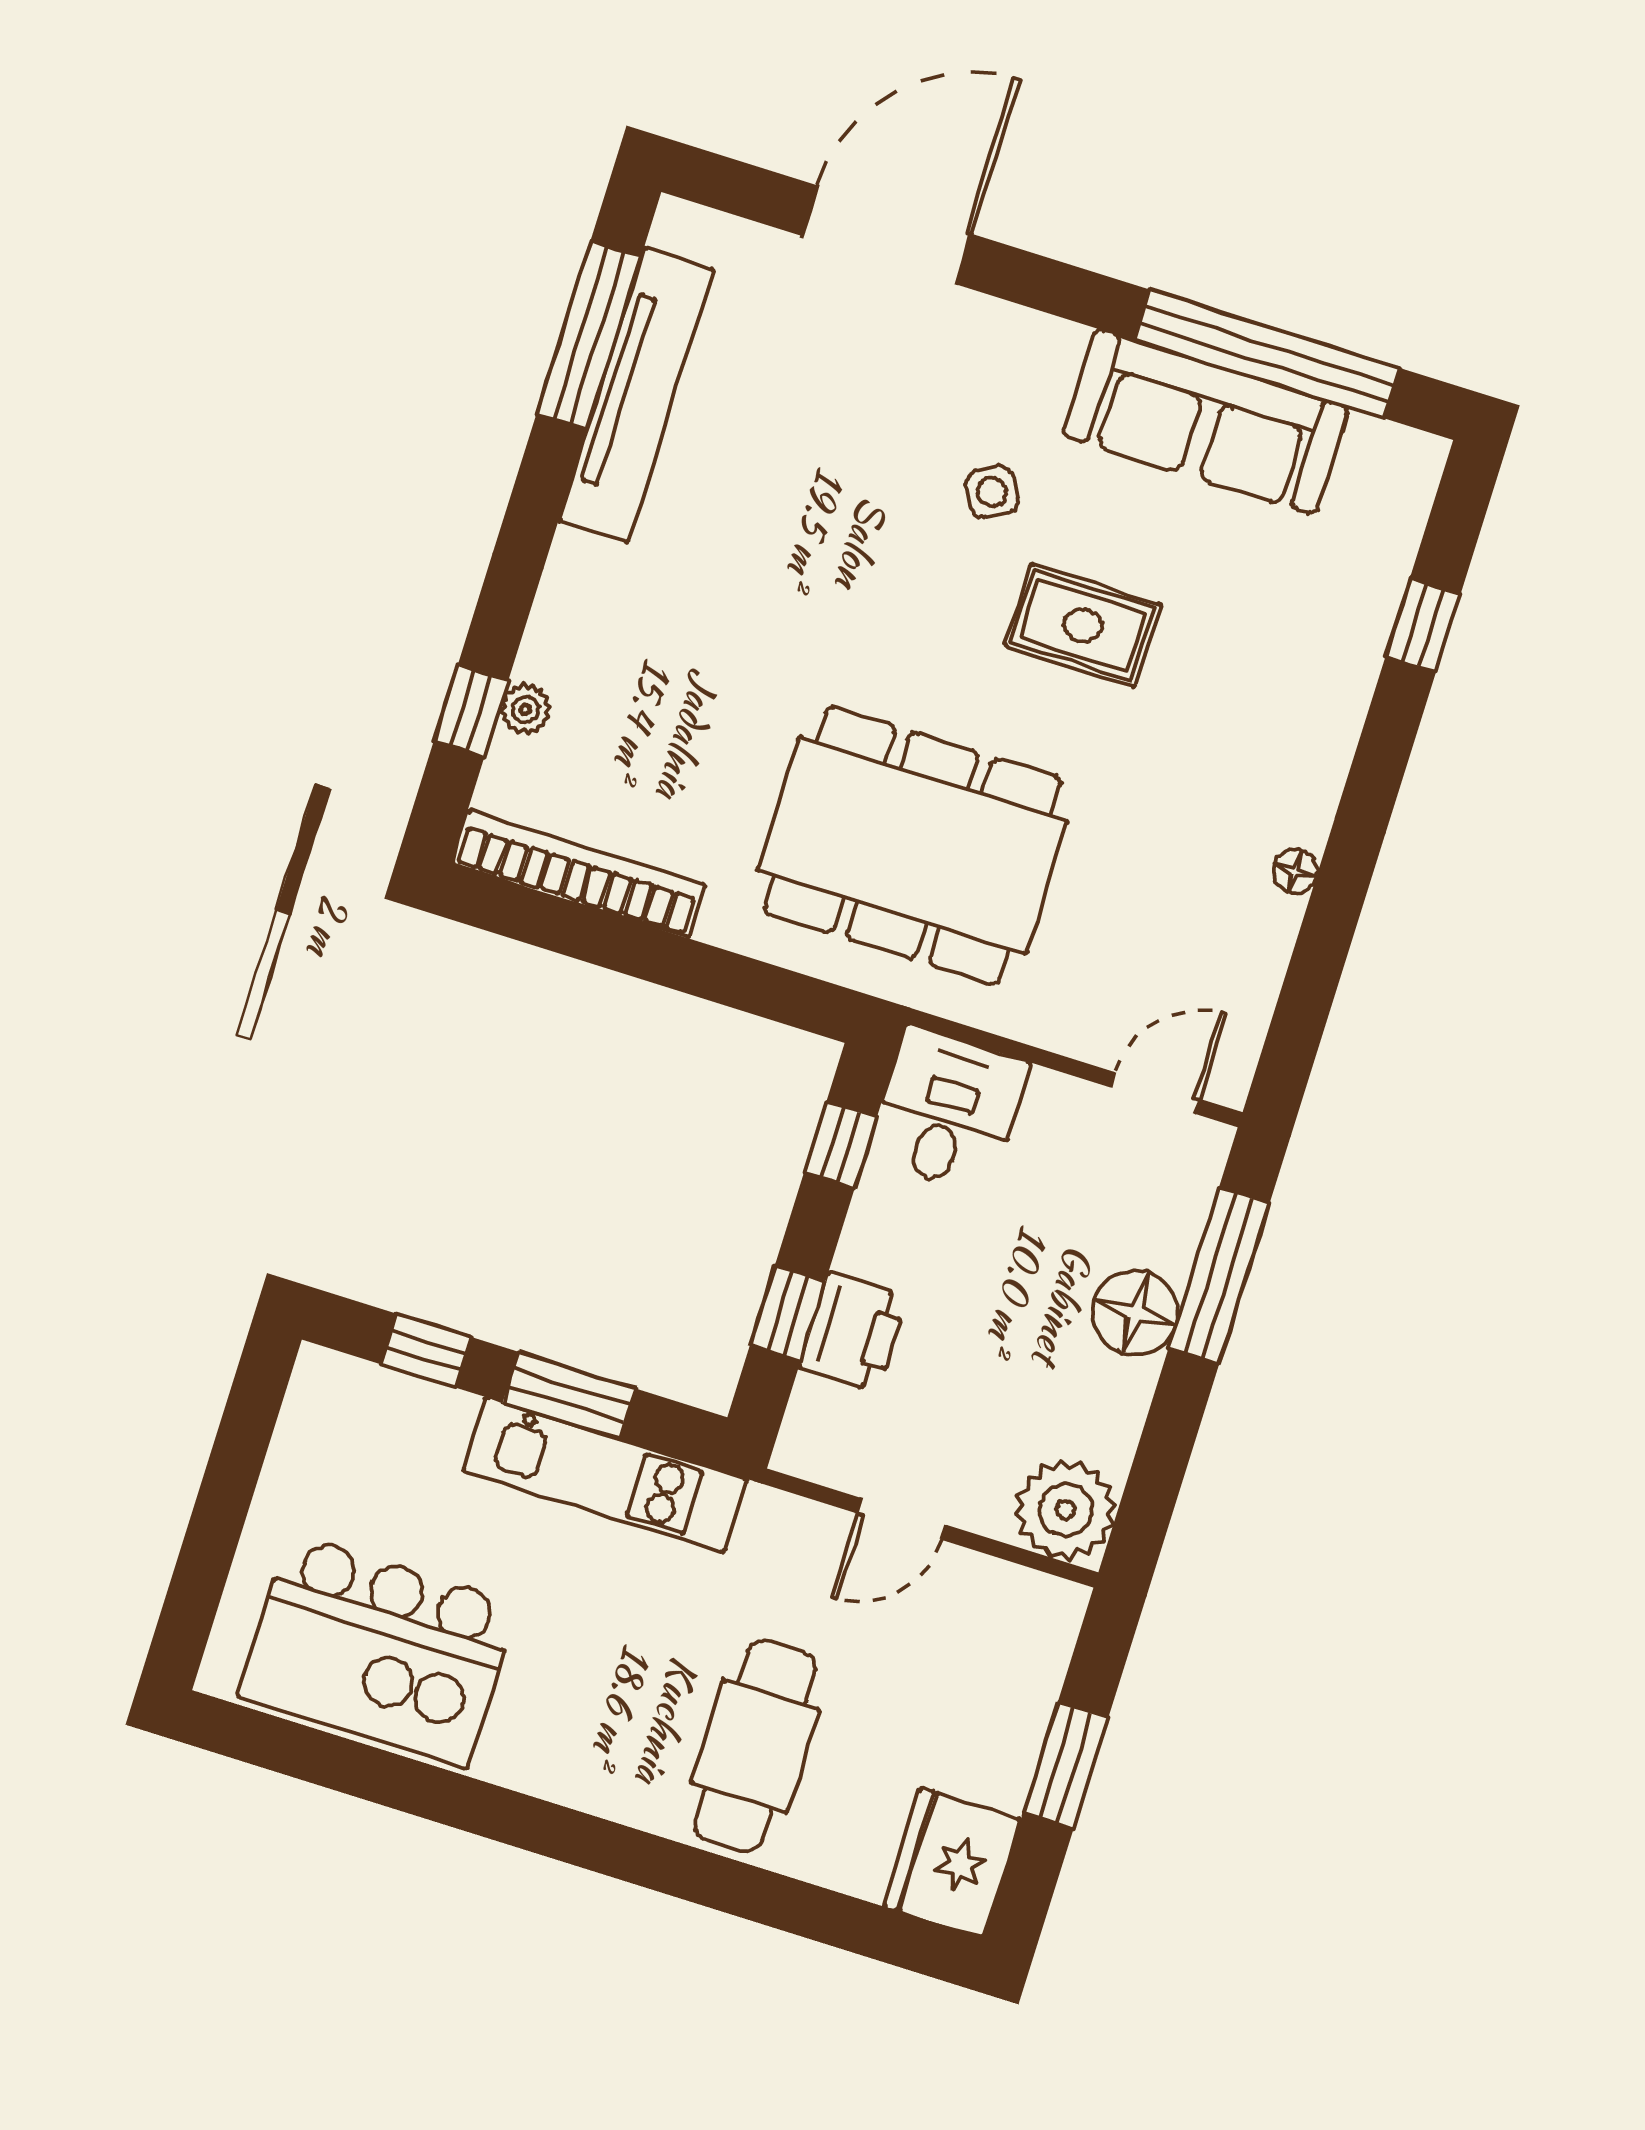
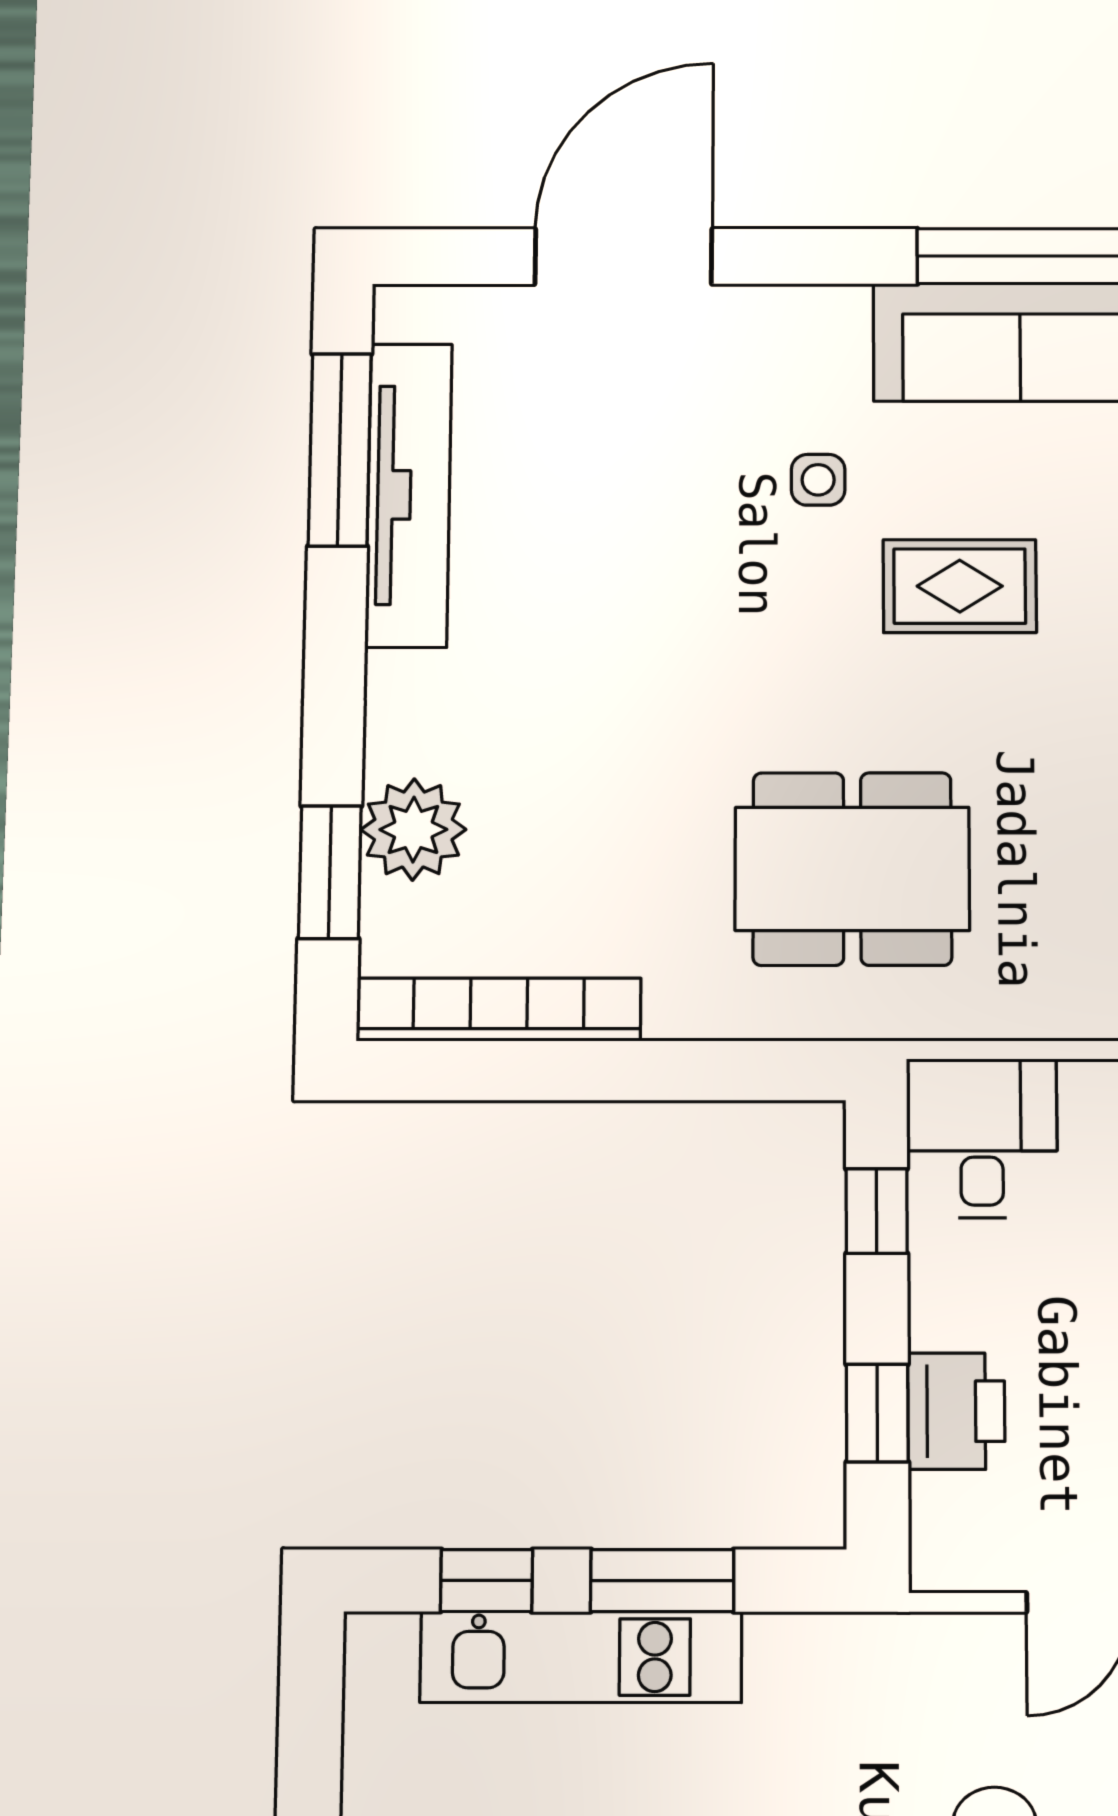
side table: (992, 492) -> (818, 480), turned 30
plant: (525, 709) -> (413, 830), width x1.87, depth x1.87
window: (471, 710) -> (330, 872), width x1.50
dining table: (913, 846) -> (852, 869), width x0.73, depth x0.80
kitchen unit: (605, 1475) -> (581, 1657), moved

